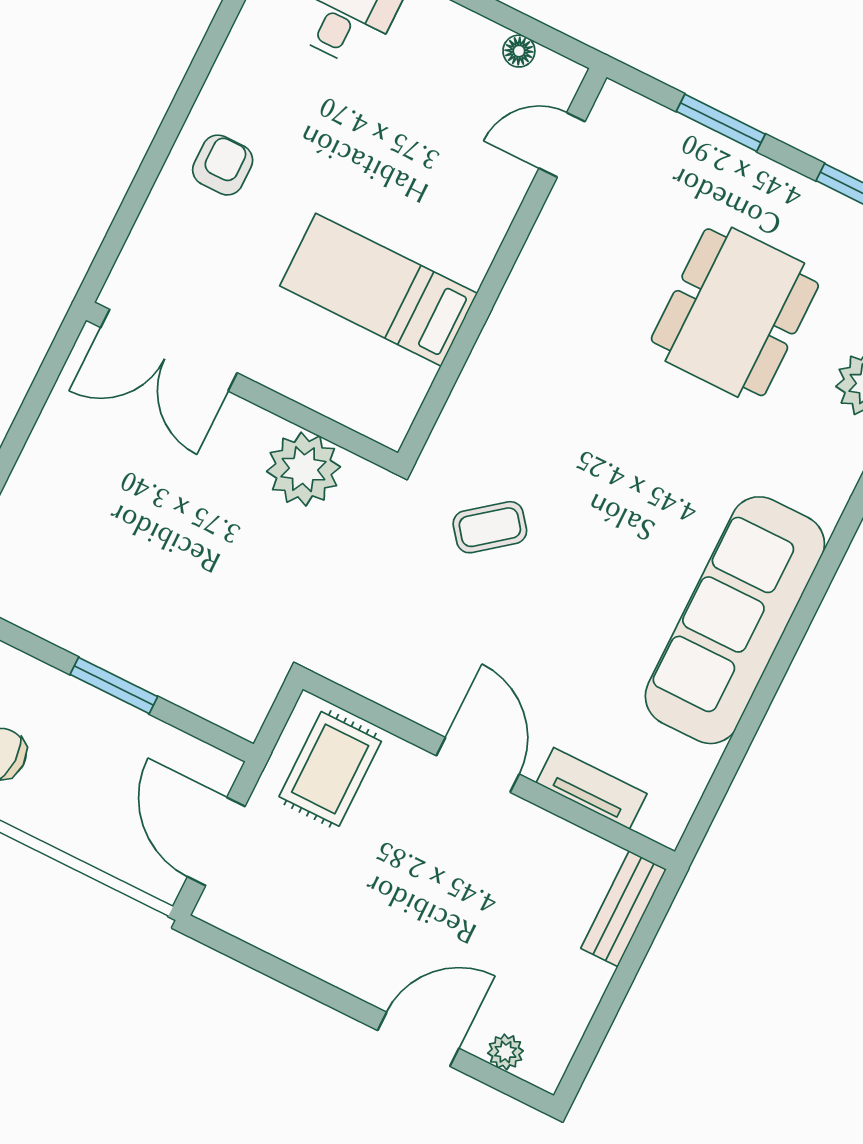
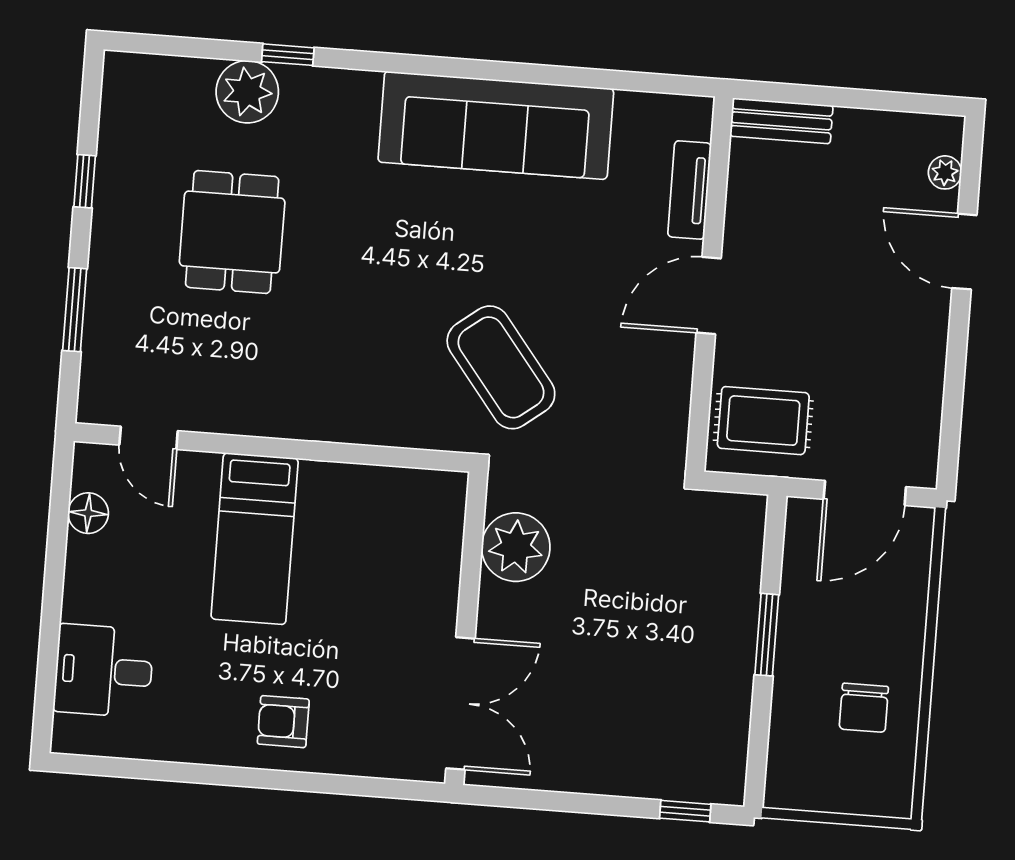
floor lamp: (519, 51) -> (88, 513), width x1.37, depth x1.37
bed: (379, 290) -> (255, 539), moved
dining table: (735, 312) -> (232, 232), width x0.73
coffee table: (490, 527) -> (501, 367), width x1.86, depth x1.72

